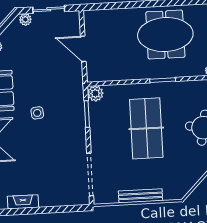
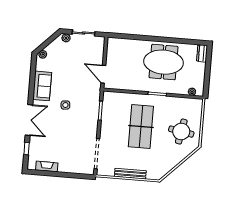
door: (83, 49) -> (103, 74), moved
plant: (95, 93) -> (108, 97), removed

